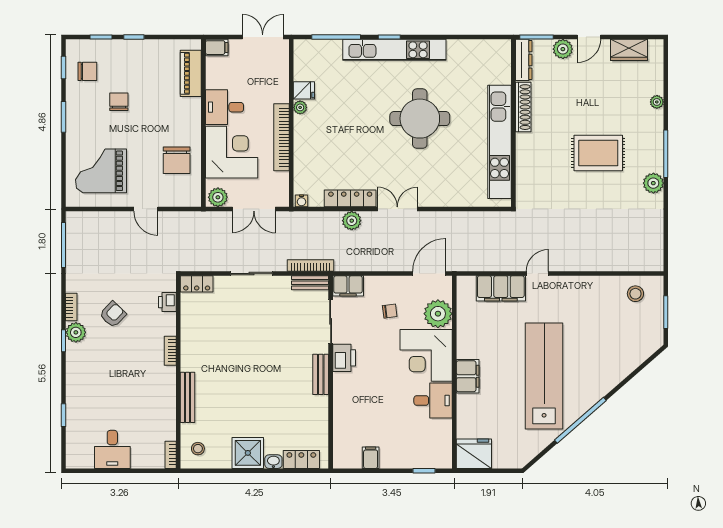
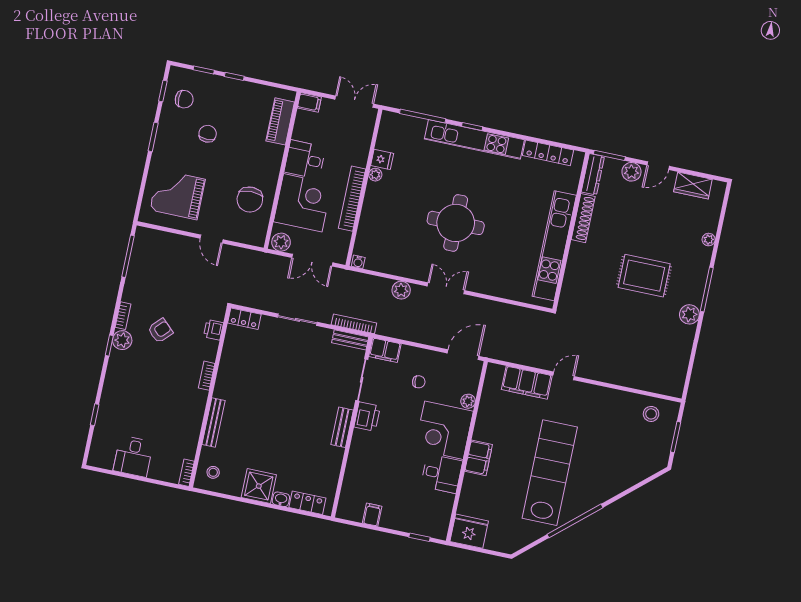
round table: (420, 119) -> (456, 223), moved
locker: (350, 198) -> (548, 153), moved, turned 180
plant: (438, 314) -> (468, 401), width x0.53, depth x0.53

